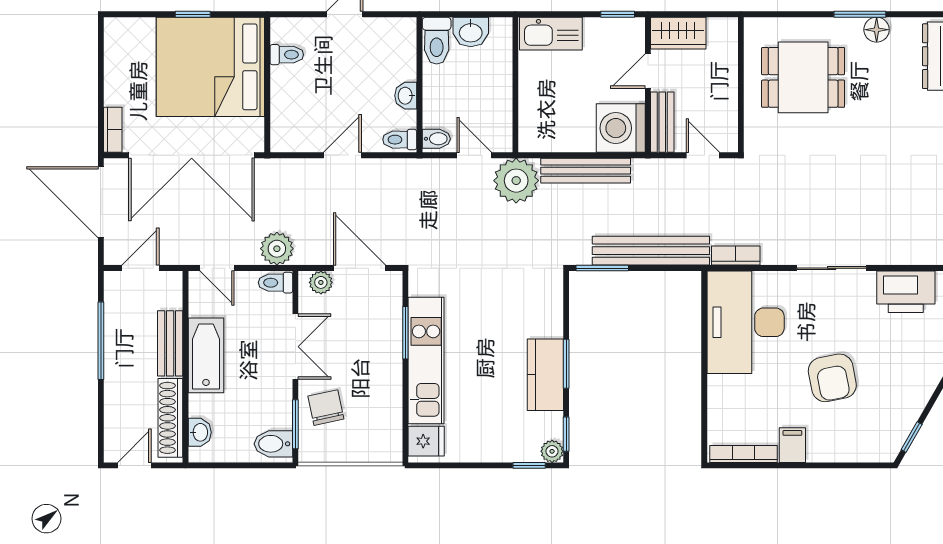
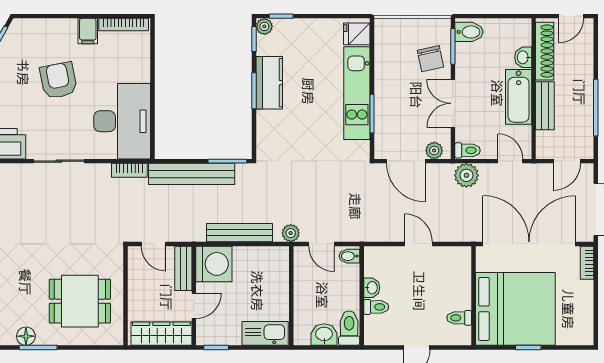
wardrobe: (678, 33) -> (161, 334), width x1.50
toilet: (400, 140) -> (376, 307), moved
door: (342, 155) -> (418, 244), swing flipped
plant: (516, 181) -> (291, 233), width x0.53, depth x0.53
washbasin: (200, 432) -> (523, 57), moved

